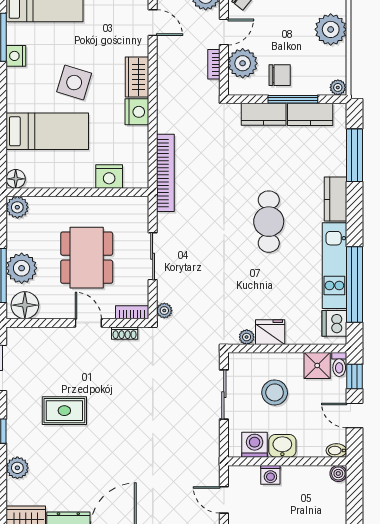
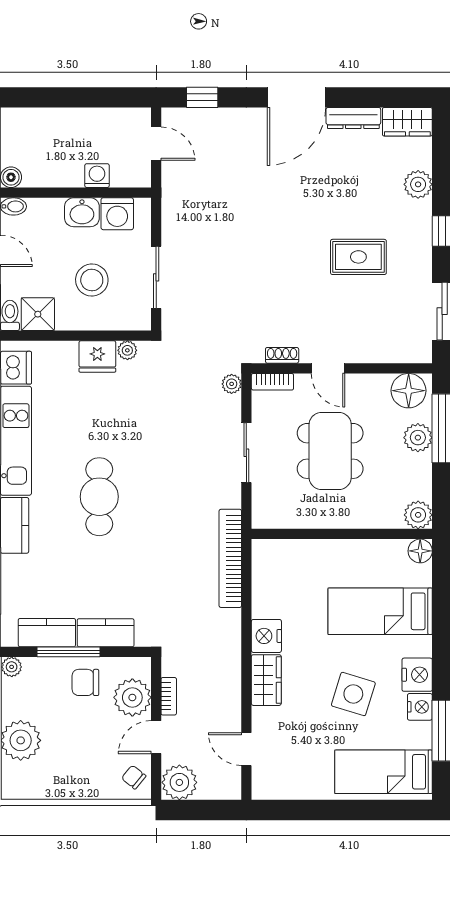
side table: (74, 83) -> (353, 694), moved
nightstand: (109, 176) -> (417, 675), moved, turned 90
plant: (22, 268) -> (418, 438), width x0.73, depth x0.73

